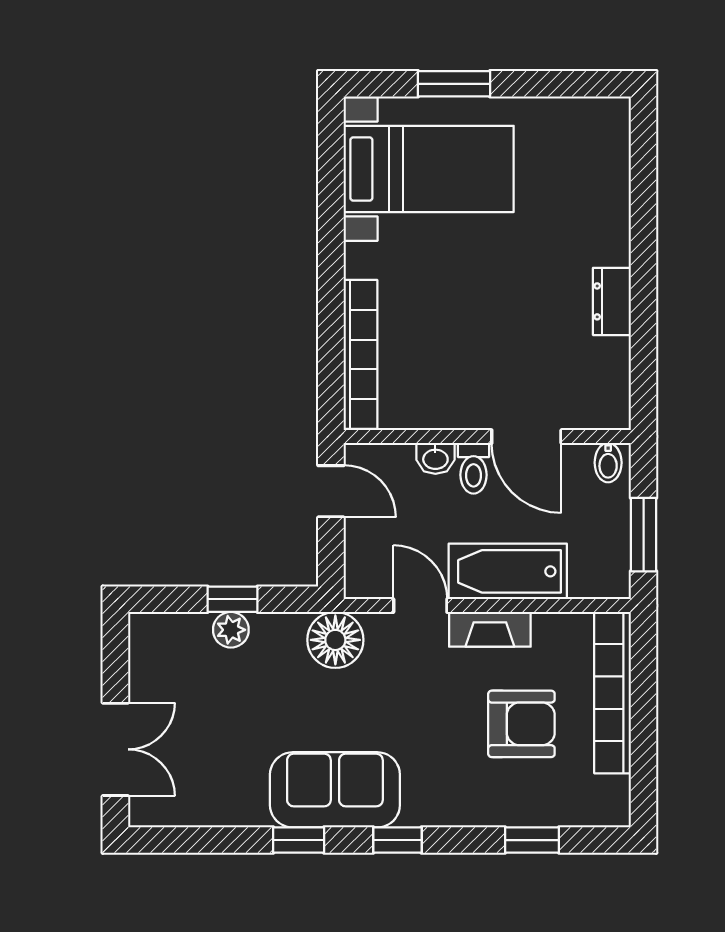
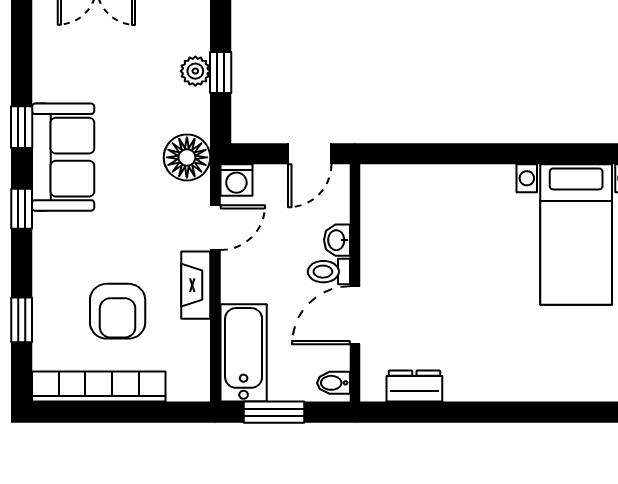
dresser: (612, 301) -> (414, 386), moved
bookcase: (360, 354) -> (423, 178), removed
bathtub: (508, 571) -> (244, 353), moved
washing machine: (363, 580) -> (236, 180), added
bookcase: (613, 693) -> (99, 386), moved

